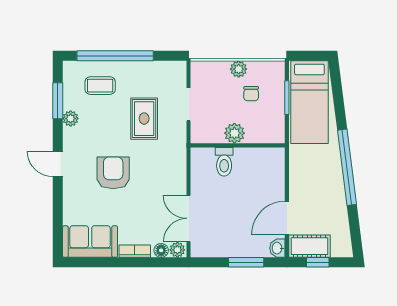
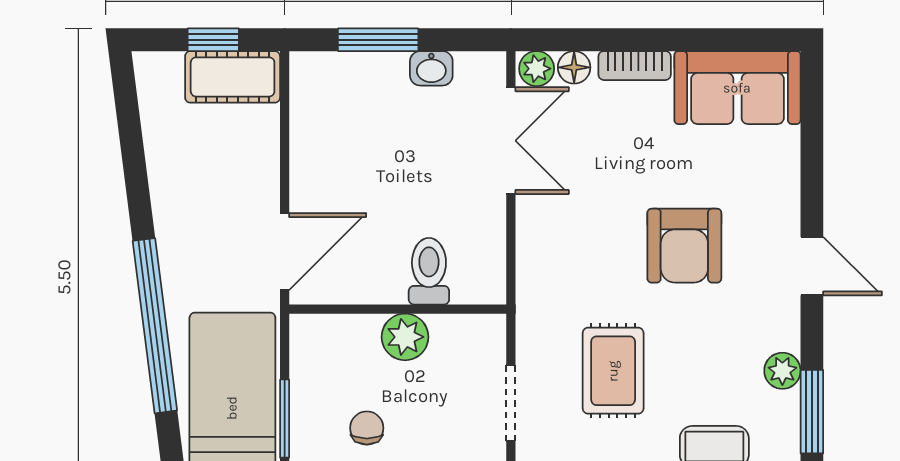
window: (347, 167) -> (155, 326), moved
door: (287, 218) -> (285, 252), moved
washbasin: (277, 248) -> (431, 68), moved, turned 90

